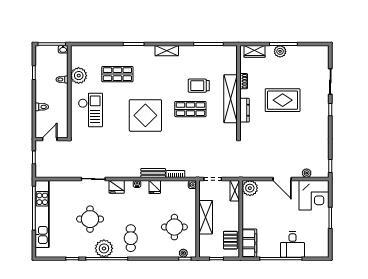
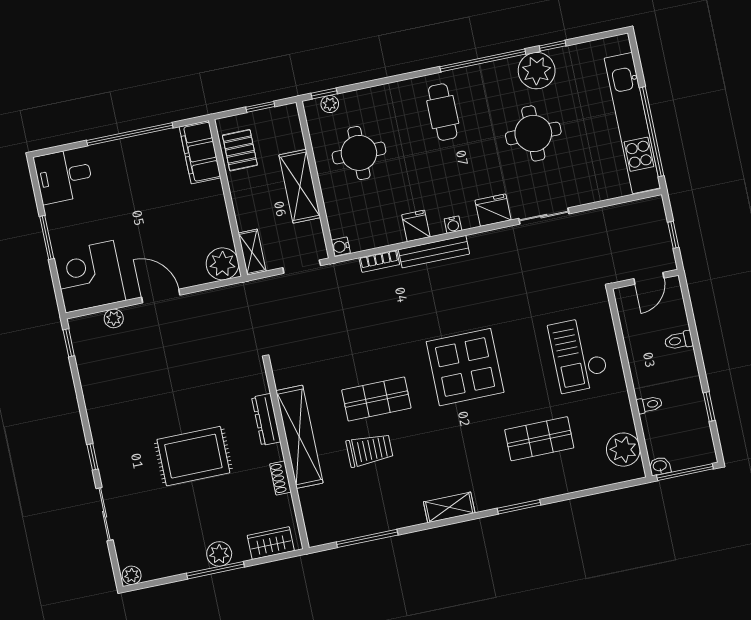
plant: (324, 50) -> (132, 575), added
plant: (79, 76) -> (623, 450), moved
bench: (153, 173) -> (434, 252), width x1.36
desk: (293, 244) -> (64, 176), moved, turned -90
plant: (104, 248) -> (537, 71), moved

